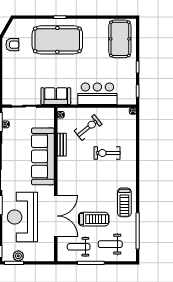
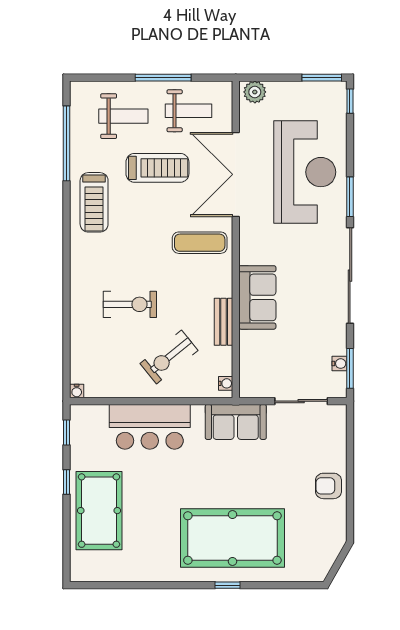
pool table: (120, 39) -> (99, 511), moved
armchair: (12, 45) -> (328, 486), moved
sofa: (43, 156) -> (257, 297), width x0.54, depth x0.79
exercise mat: (73, 183) -> (200, 243), added
treadmill: (124, 202) -> (94, 202), turned 180
treadmill: (94, 219) -> (157, 168), turned 180
plant: (18, 256) -> (255, 92), moved

